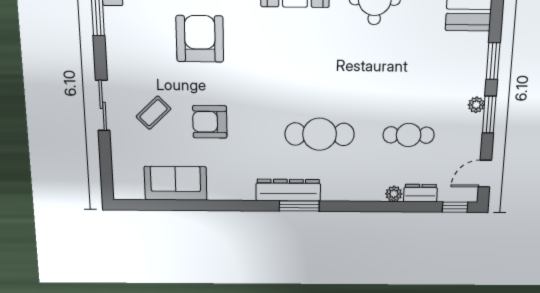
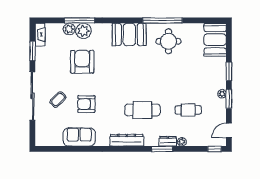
sliding door: (103, 105) -> (32, 96), width x1.86
sofa: (176, 183) -> (79, 137), moved
dresser: (420, 193) -> (168, 141), moved
window: (299, 206) -> (162, 149), moved

